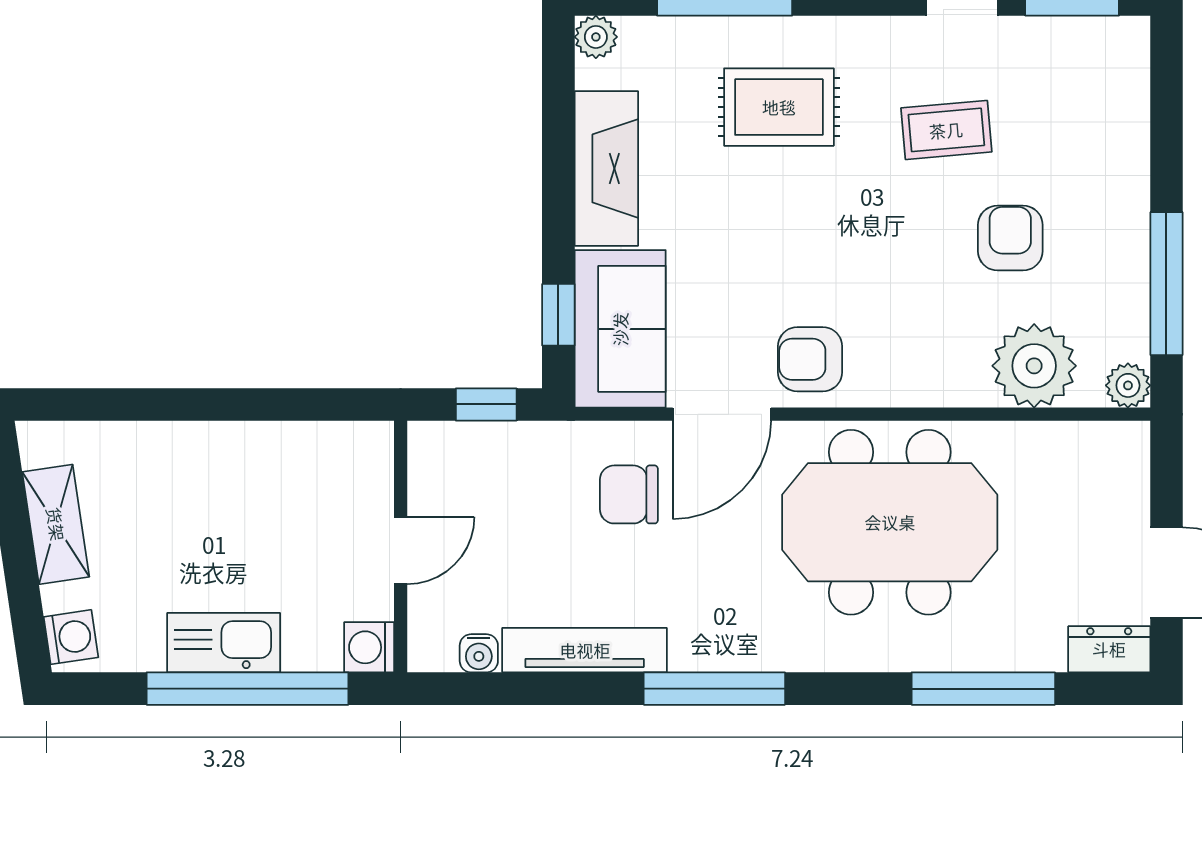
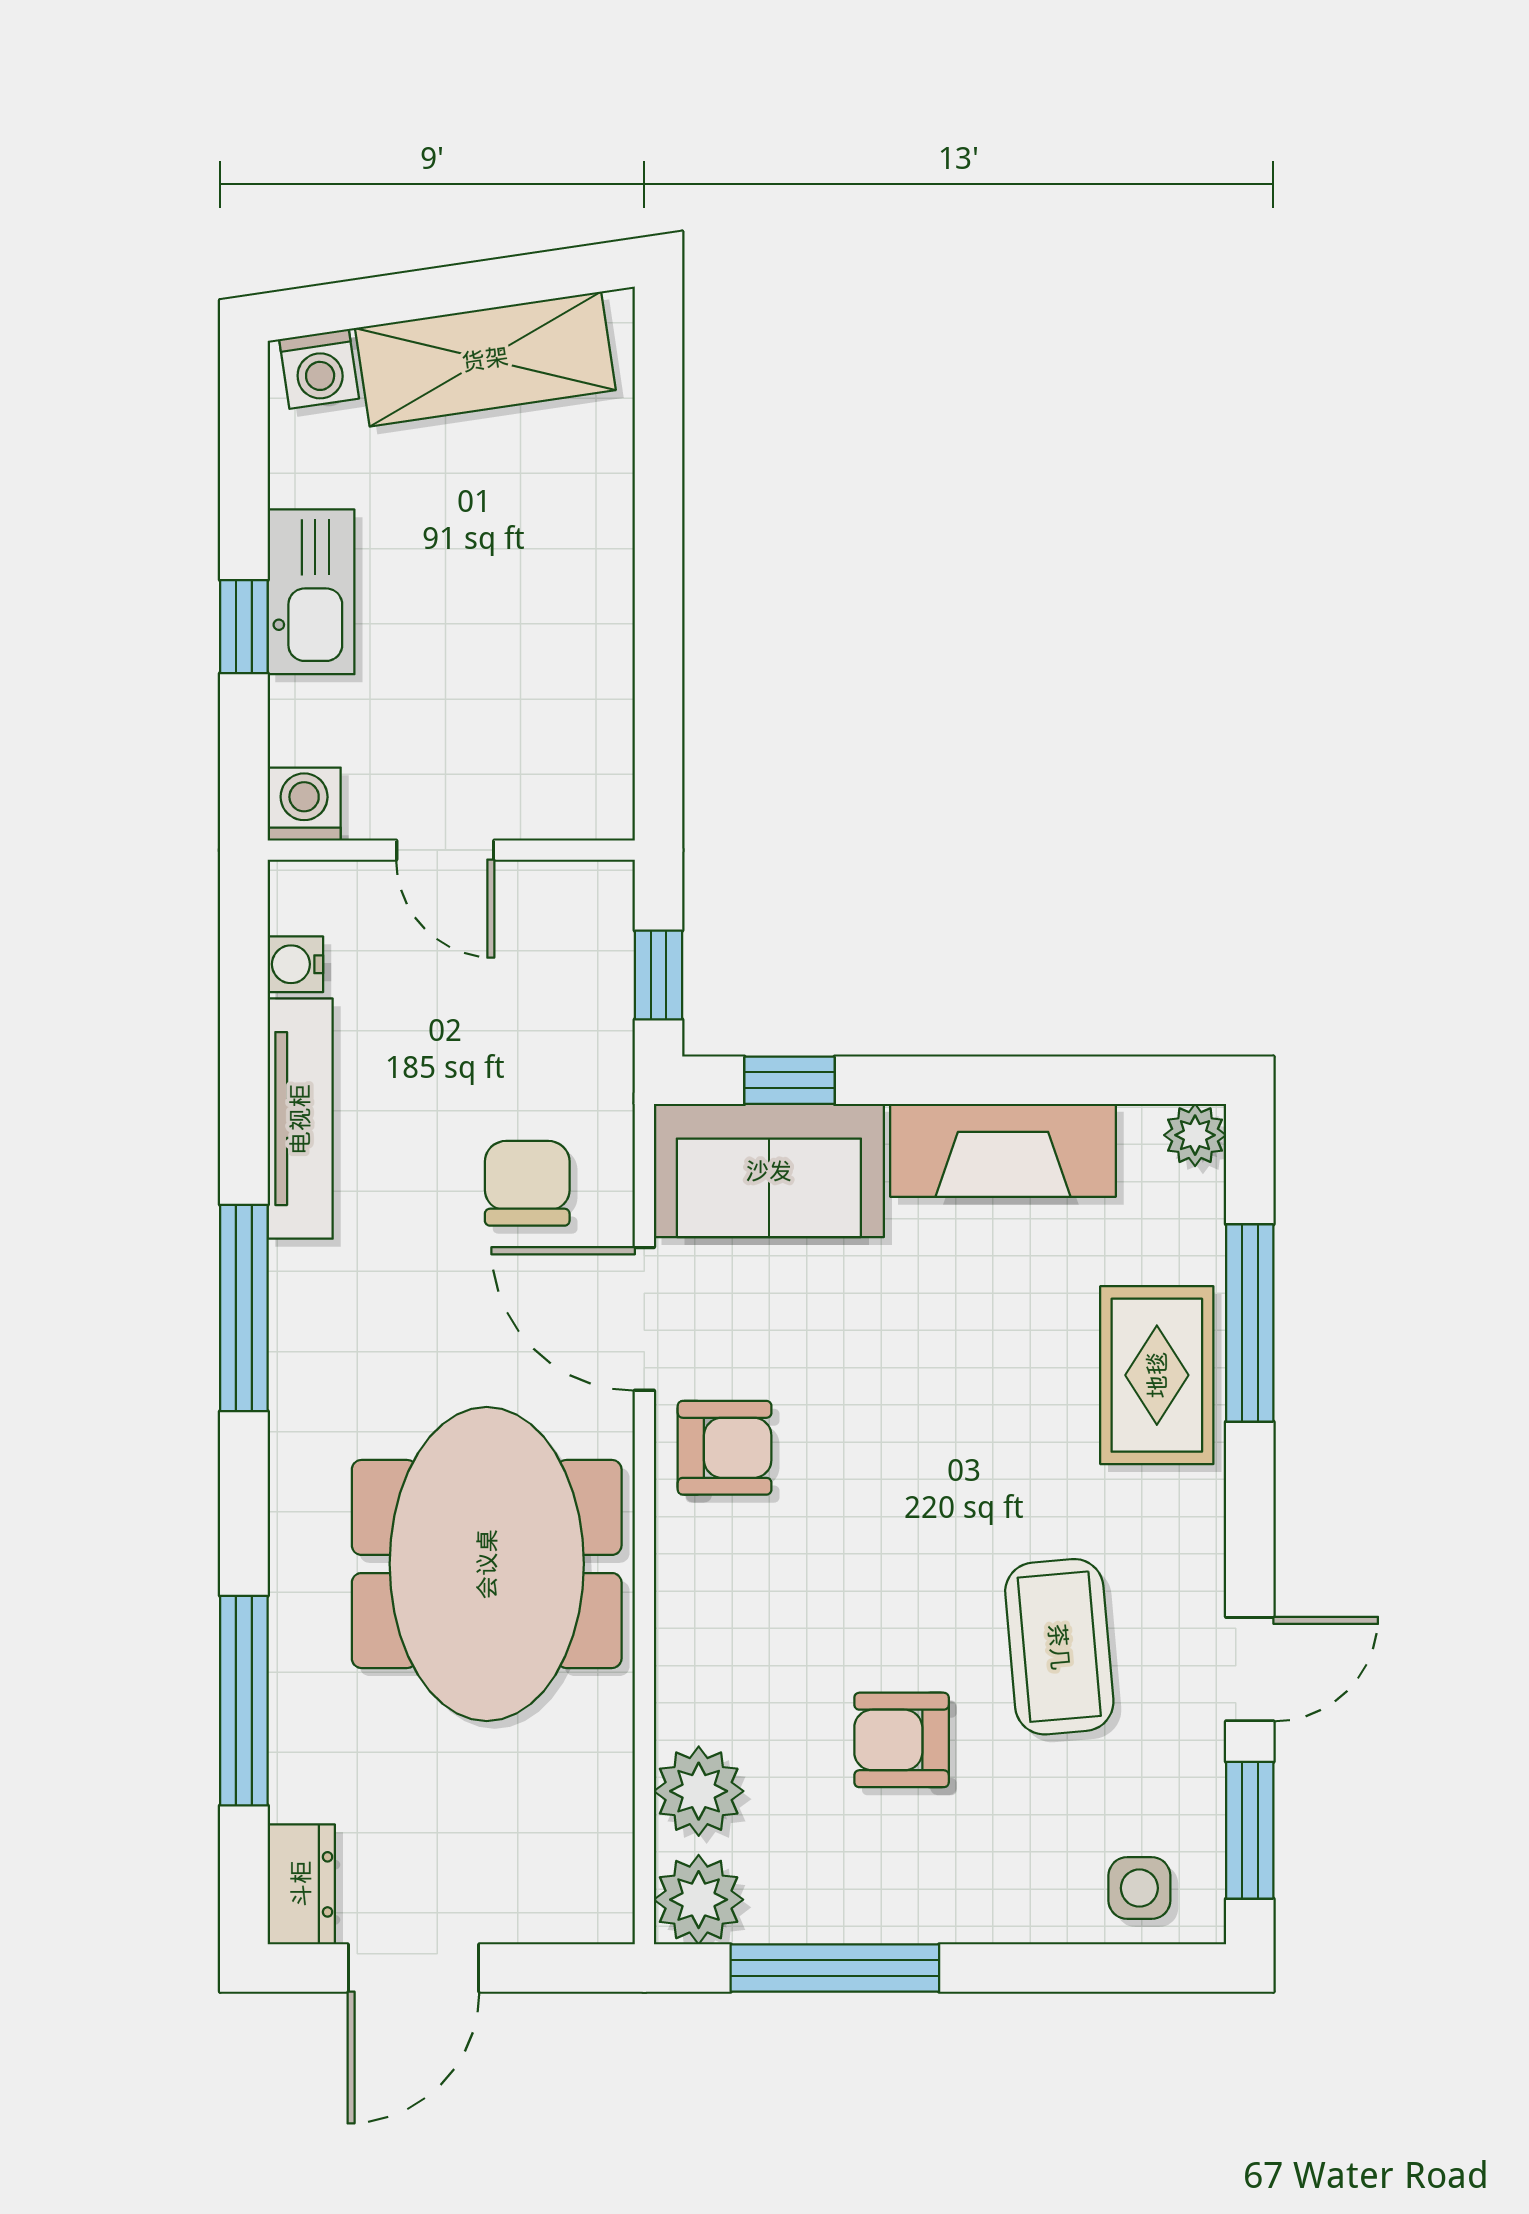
side table: (1112, 75) -> (1139, 1888), added
rug: (779, 107) -> (1157, 1375), moved
coffee table: (946, 130) -> (1059, 1647), width x1.36, depth x1.30
armchair: (1010, 238) -> (902, 1740), turned 180
armchair: (810, 359) -> (725, 1448), turned 90
plant: (1034, 366) -> (699, 1791), width x0.73, depth x0.73
plant: (1128, 385) -> (699, 1900), width x1.38, depth x1.38
shelving: (56, 524) -> (485, 359), width x1.50, depth x1.33
window: (247, 689) -> (244, 627), width x0.32

